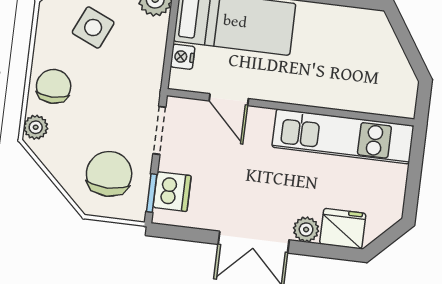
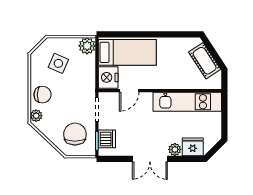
nightstand: (183, 57) -> (108, 77), width x1.89, depth x1.79
cot: (388, 58) -> (205, 61), added
chair: (54, 86) -> (43, 95), turned 91
door: (229, 100) -> (129, 91), hinge flipped

